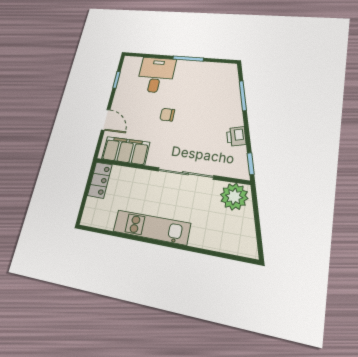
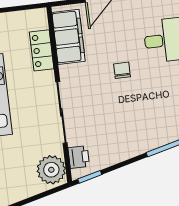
printer: (236, 136) -> (79, 157), moved, turned 104
locker: (100, 180) -> (42, 50), moved, turned 90

